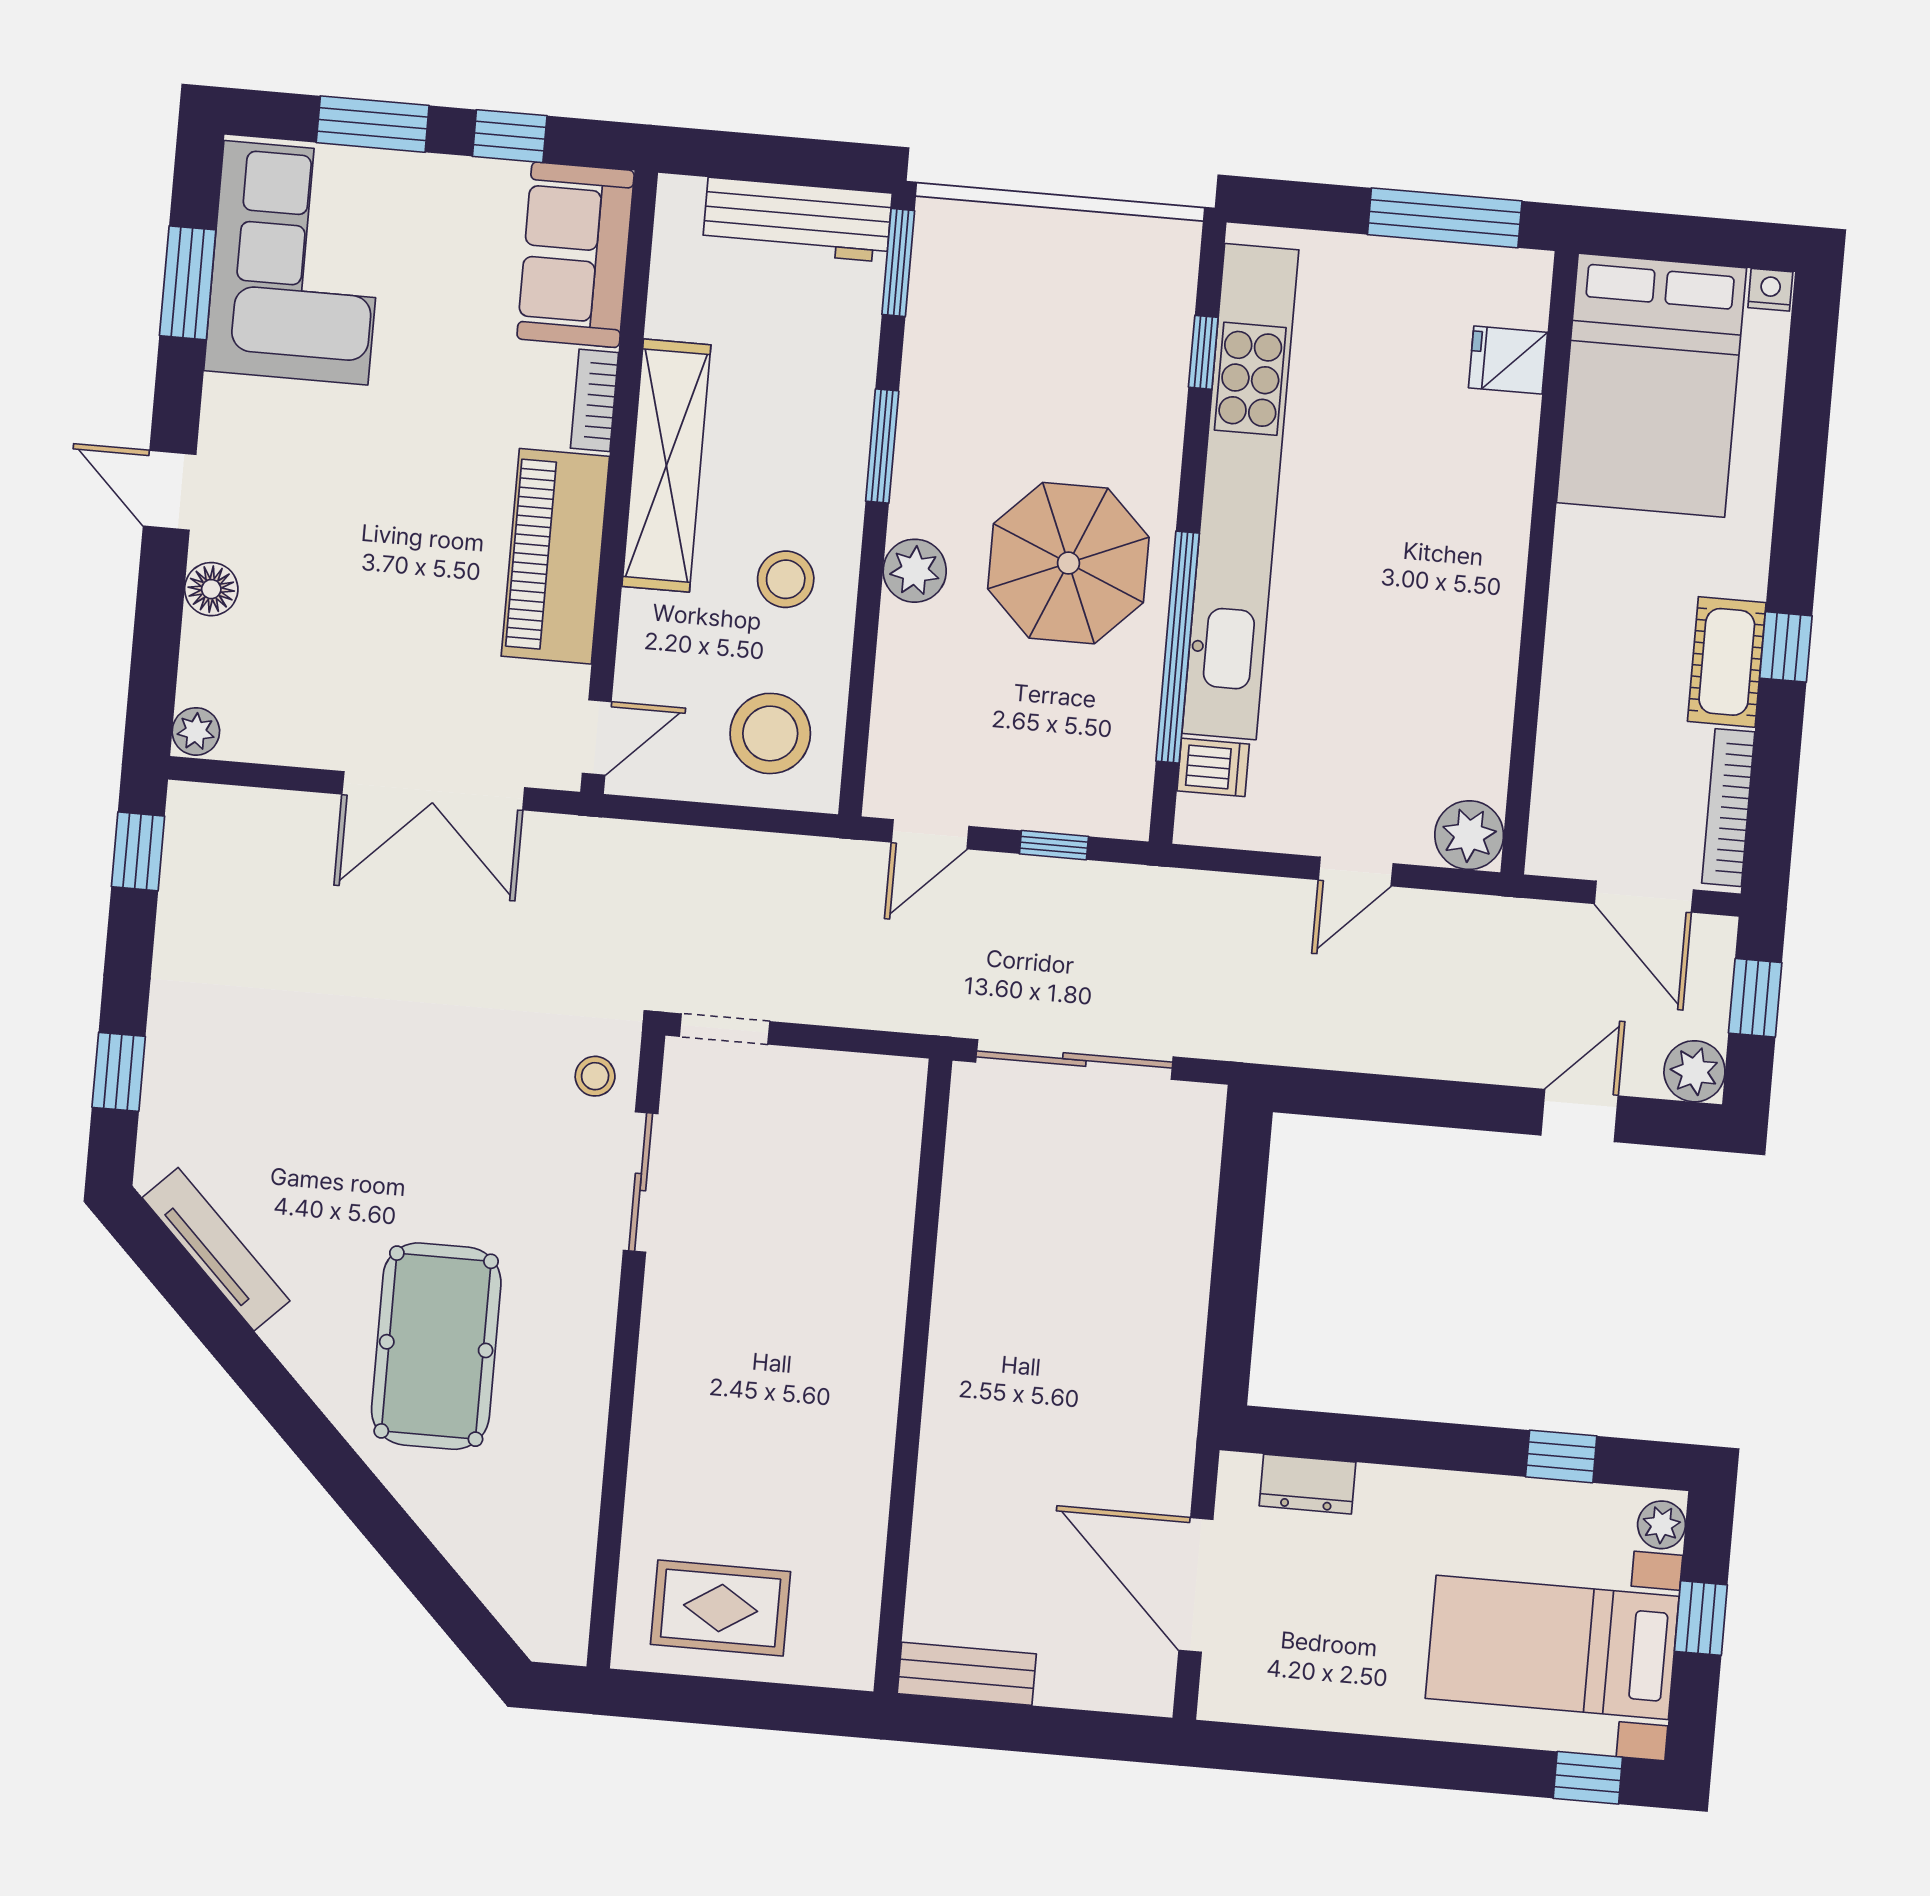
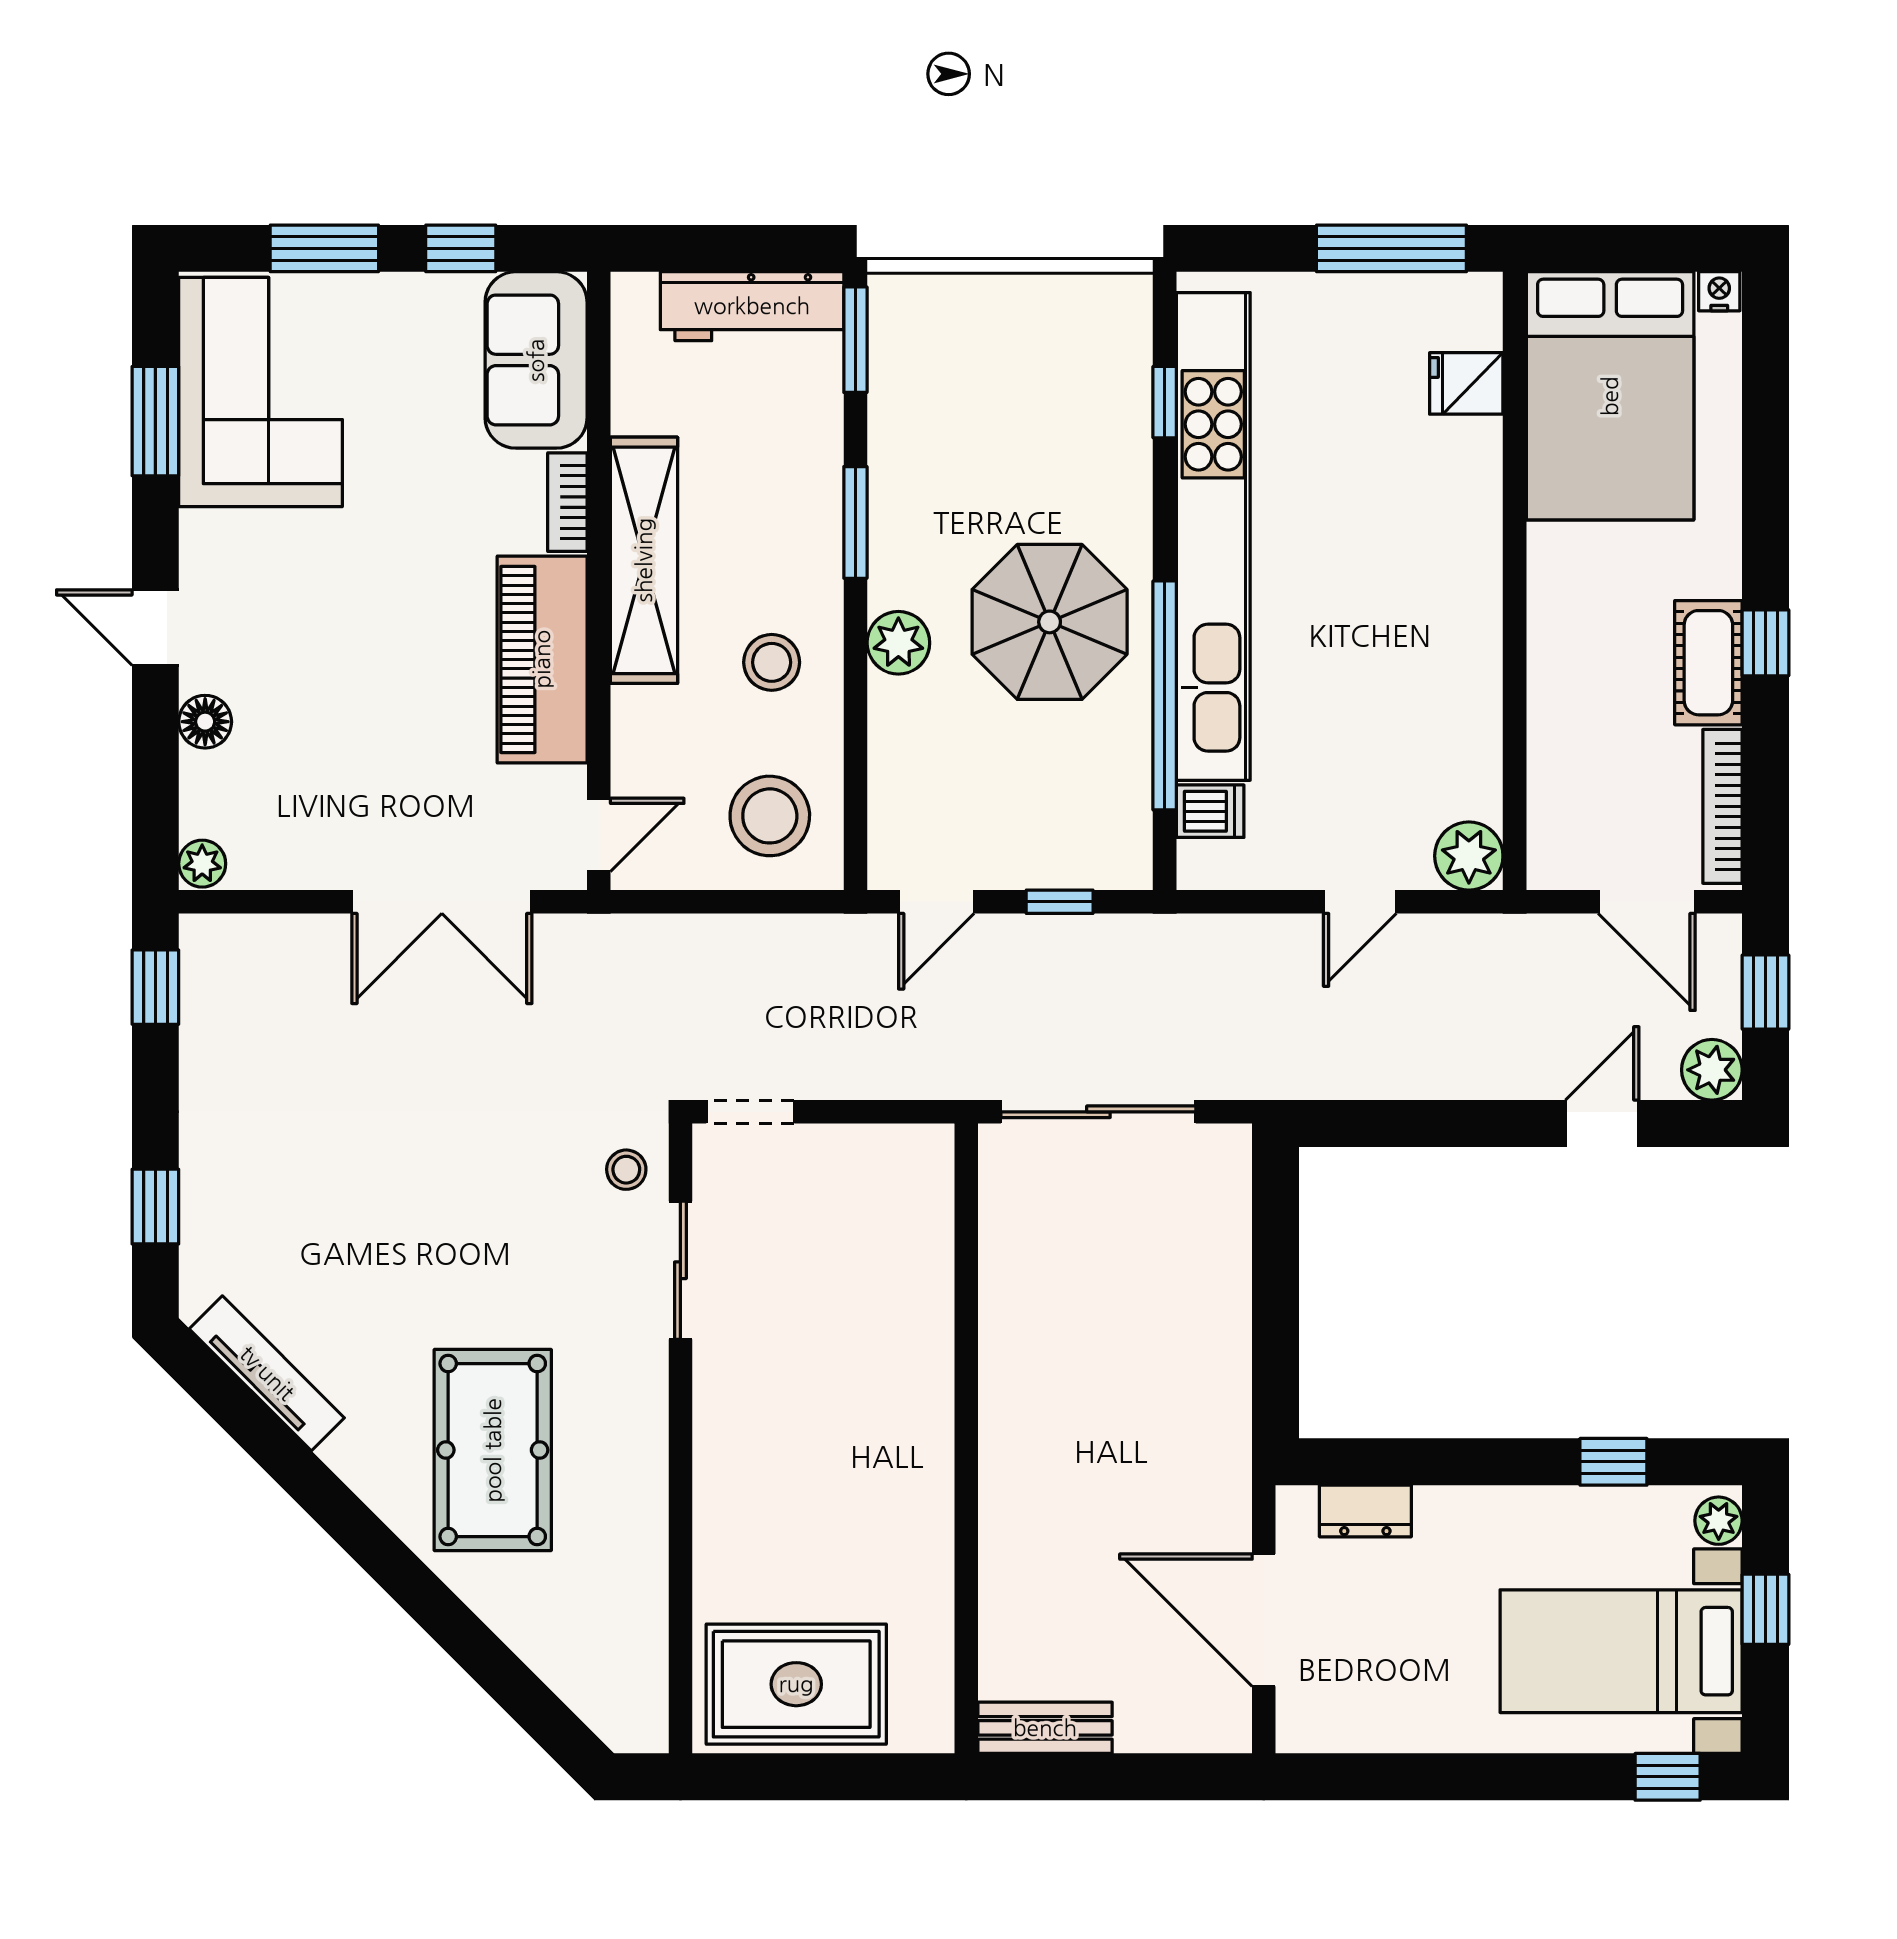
rug: (721, 1608) -> (796, 1684), width x1.36, depth x1.43

